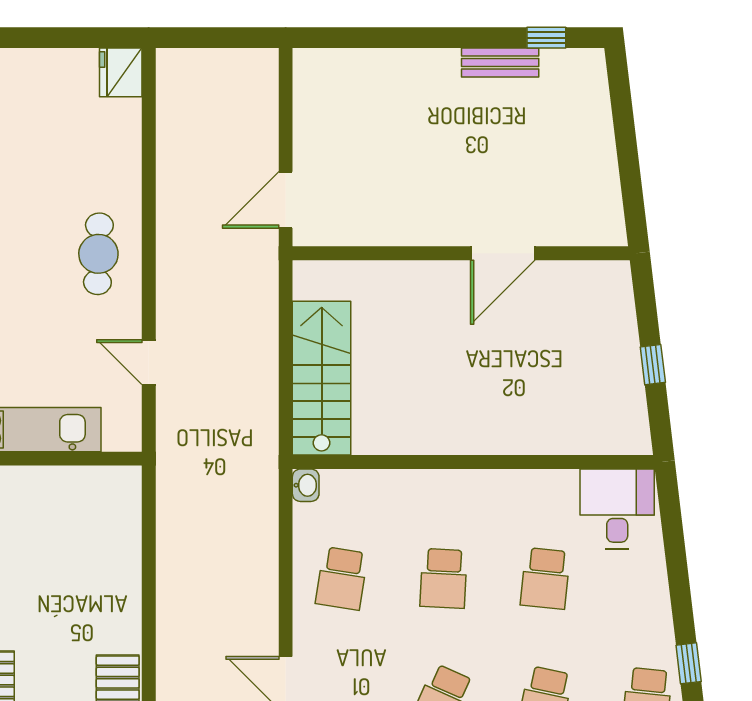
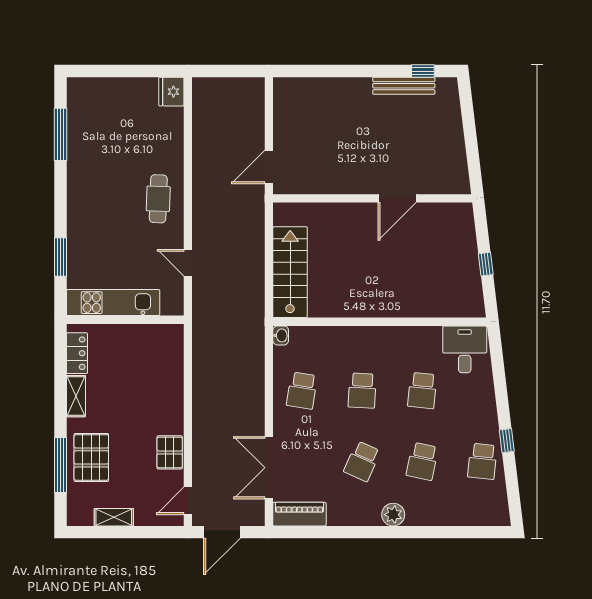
bench: (500, 62) -> (404, 86), width x1.36

